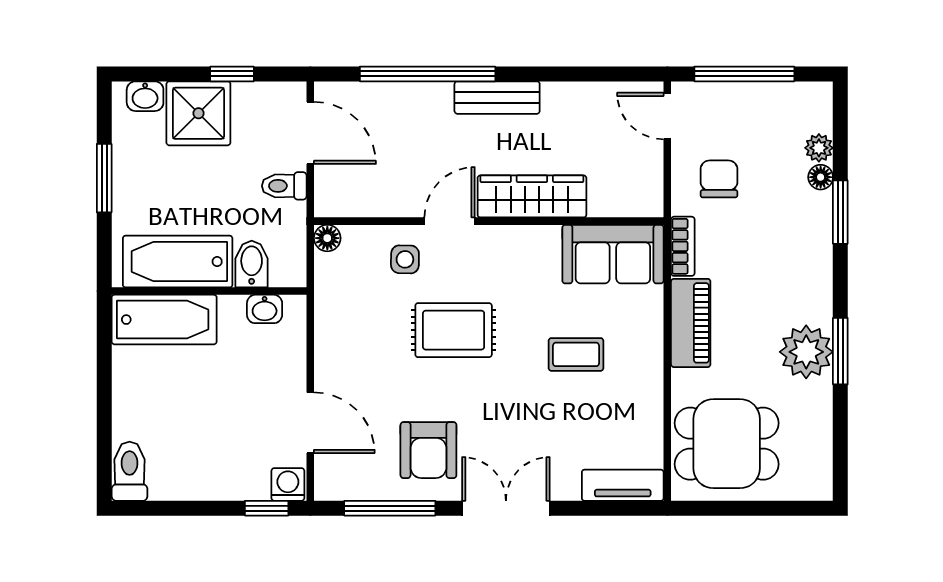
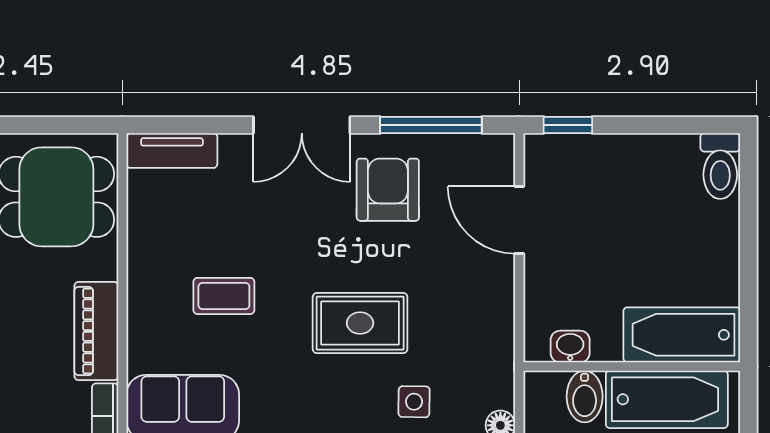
washing machine: (288, 484) -> (544, 151), removed

